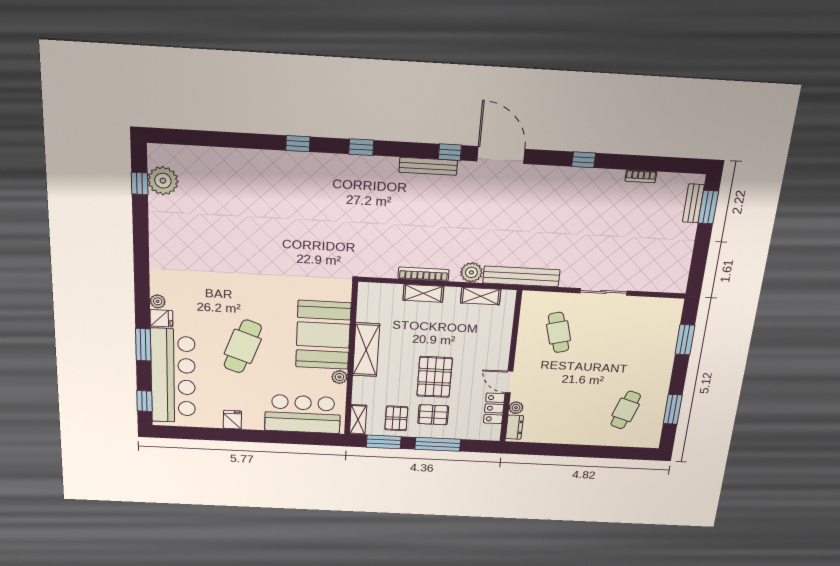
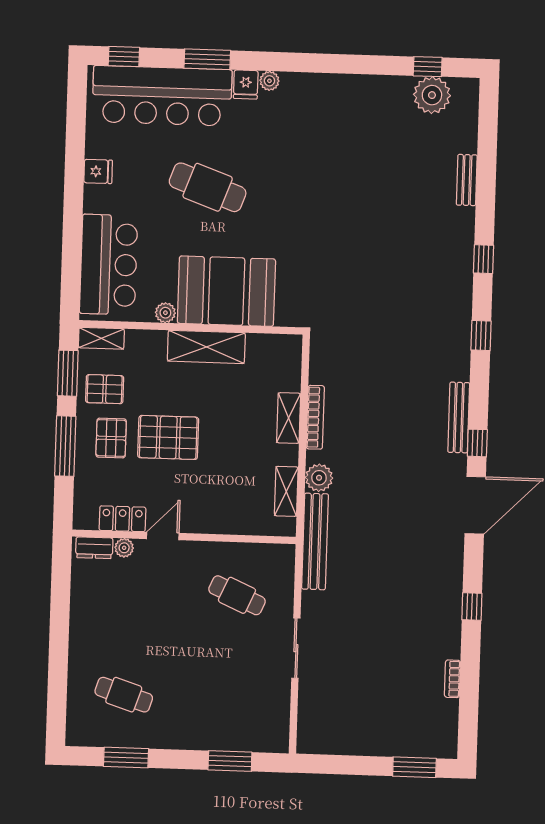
bench: (693, 203) -> (467, 180), moved, turned 90
cafe table: (559, 332) -> (237, 595), turned 39

